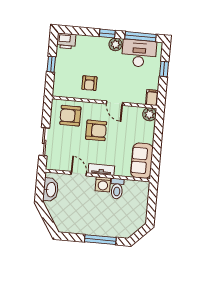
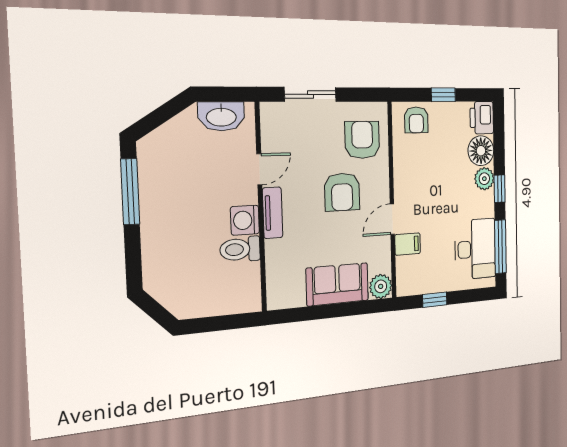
floor lamp: (84, 44) -> (481, 151), added
plant: (115, 44) -> (484, 179), moved
window: (164, 69) -> (435, 300), moved
armchair: (89, 83) -> (416, 120), moved, turned -90
filing cabinet: (152, 98) -> (408, 244), moved
sofa: (142, 161) -> (337, 284), moved
window: (100, 240) -> (130, 192), moved

